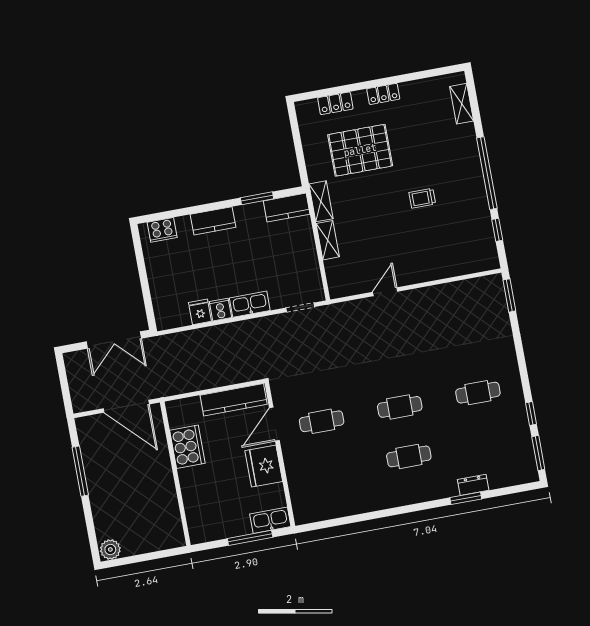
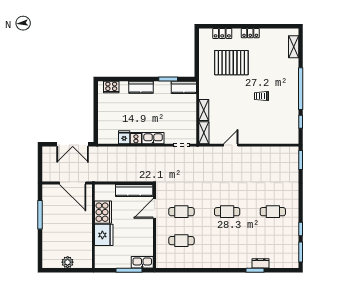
shelving: (321, 201) -> (204, 133), moved
cafe table: (409, 456) -> (181, 241), moved
fridge: (264, 466) -> (104, 235), moved, turned 180
plant: (110, 549) -> (68, 262), moved

